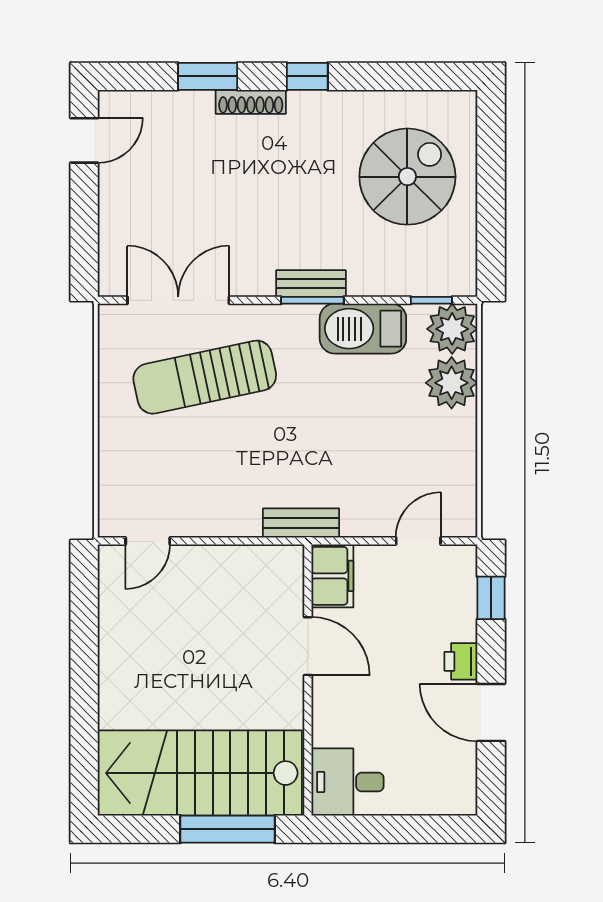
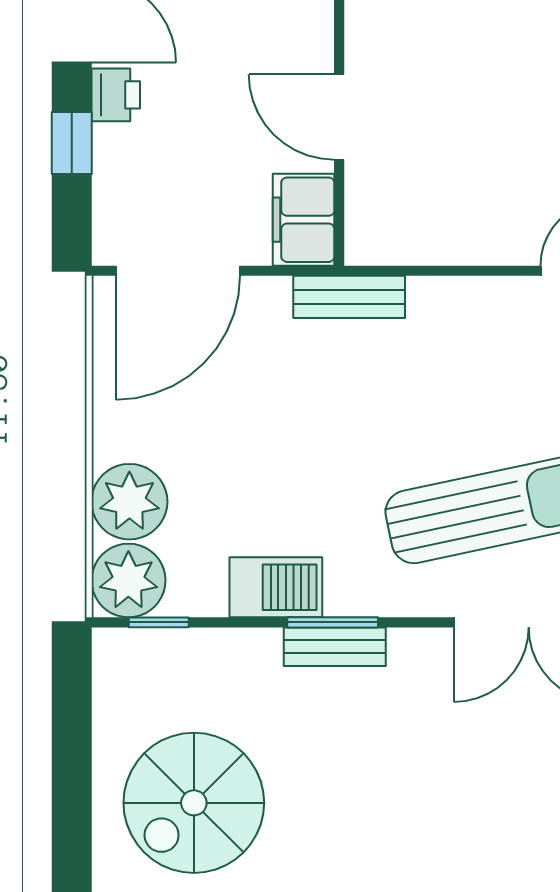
barbecue: (363, 329) -> (276, 587), width x0.73, depth x0.83
door: (418, 541) -> (178, 271), width x1.88
window: (491, 598) -> (72, 143), moved

